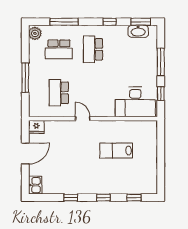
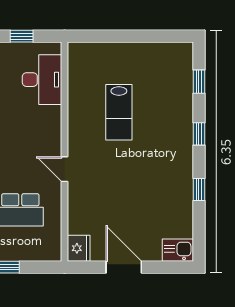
desk: (135, 102) -> (42, 80), width x0.73, depth x0.77
door: (83, 119) -> (64, 169), hinge flipped

